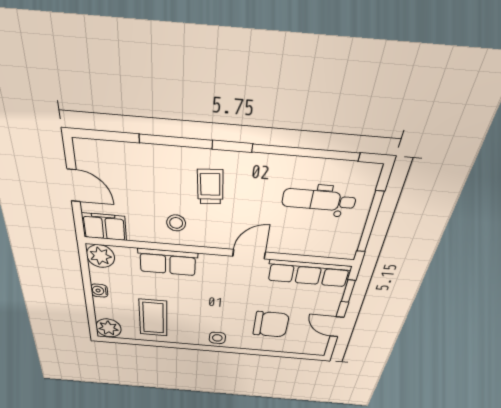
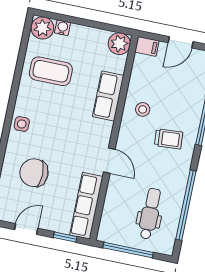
filing cabinet: (104, 227) -> (147, 46), width x0.50
water cooler: (99, 291) -> (63, 28), moved
chair: (271, 324) -> (34, 173), turned 90

